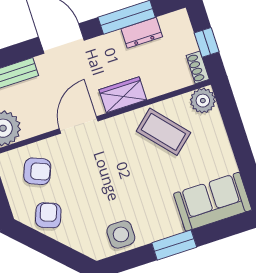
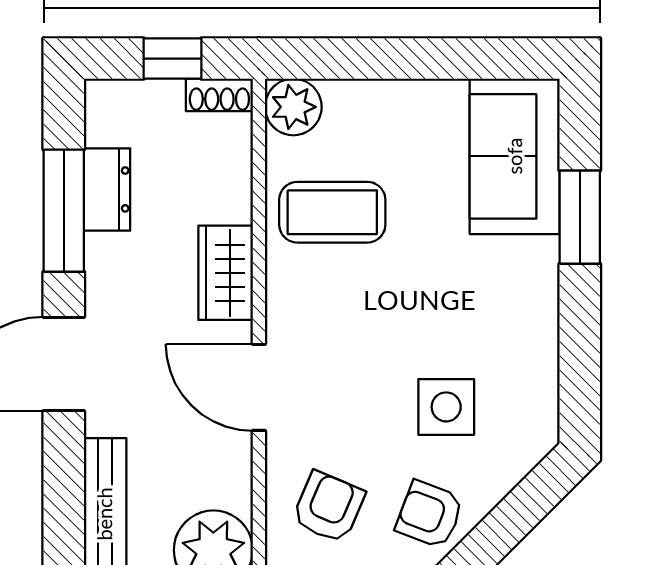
coffee table: (163, 132) -> (332, 212), turned 41
side table: (121, 234) -> (446, 407), moved
window: (174, 245) -> (580, 217), moved

